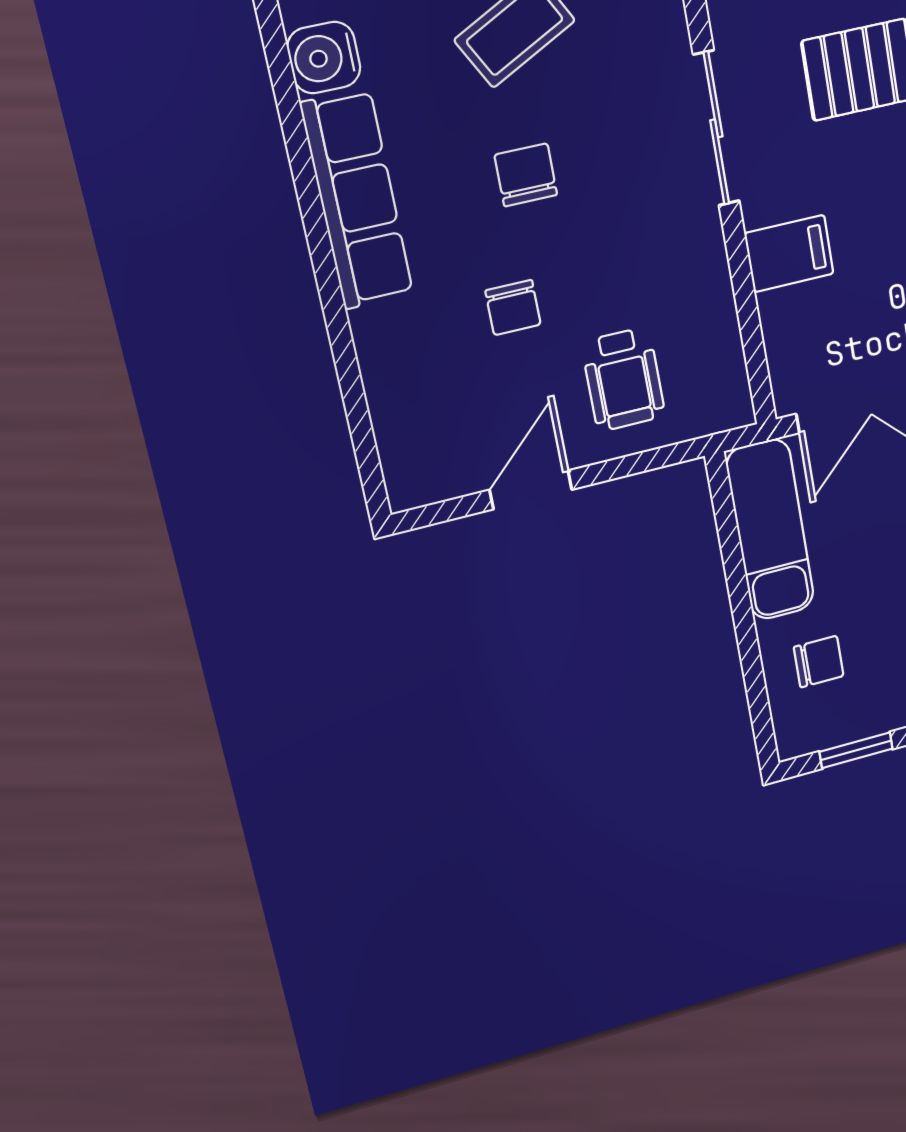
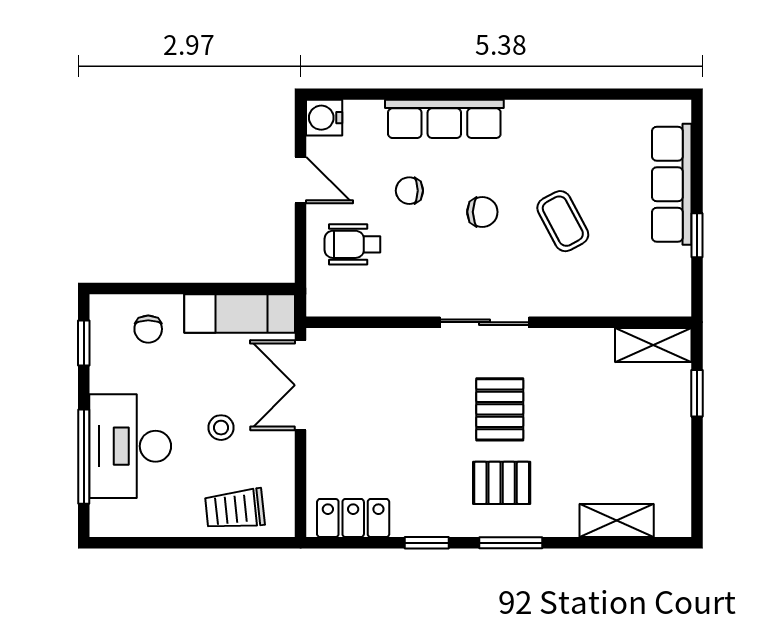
water cooler: (324, 58) -> (324, 118), moved, turned -90
row of seats: (357, 200) -> (444, 119), moved
filing cabinet: (789, 254) -> (403, 352), removed

